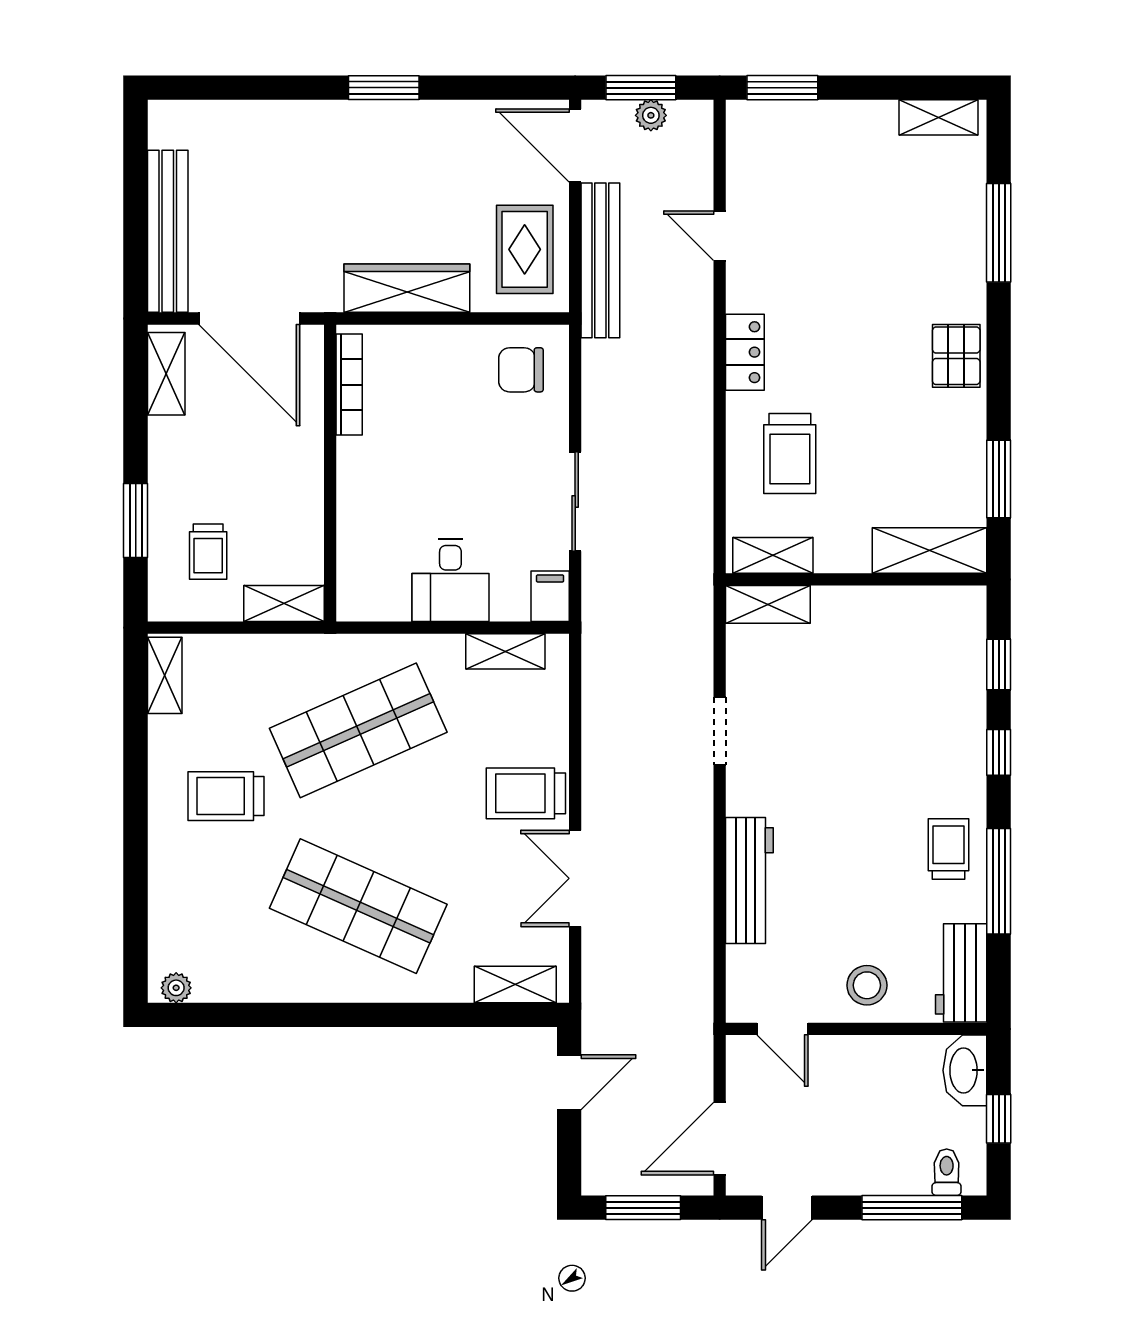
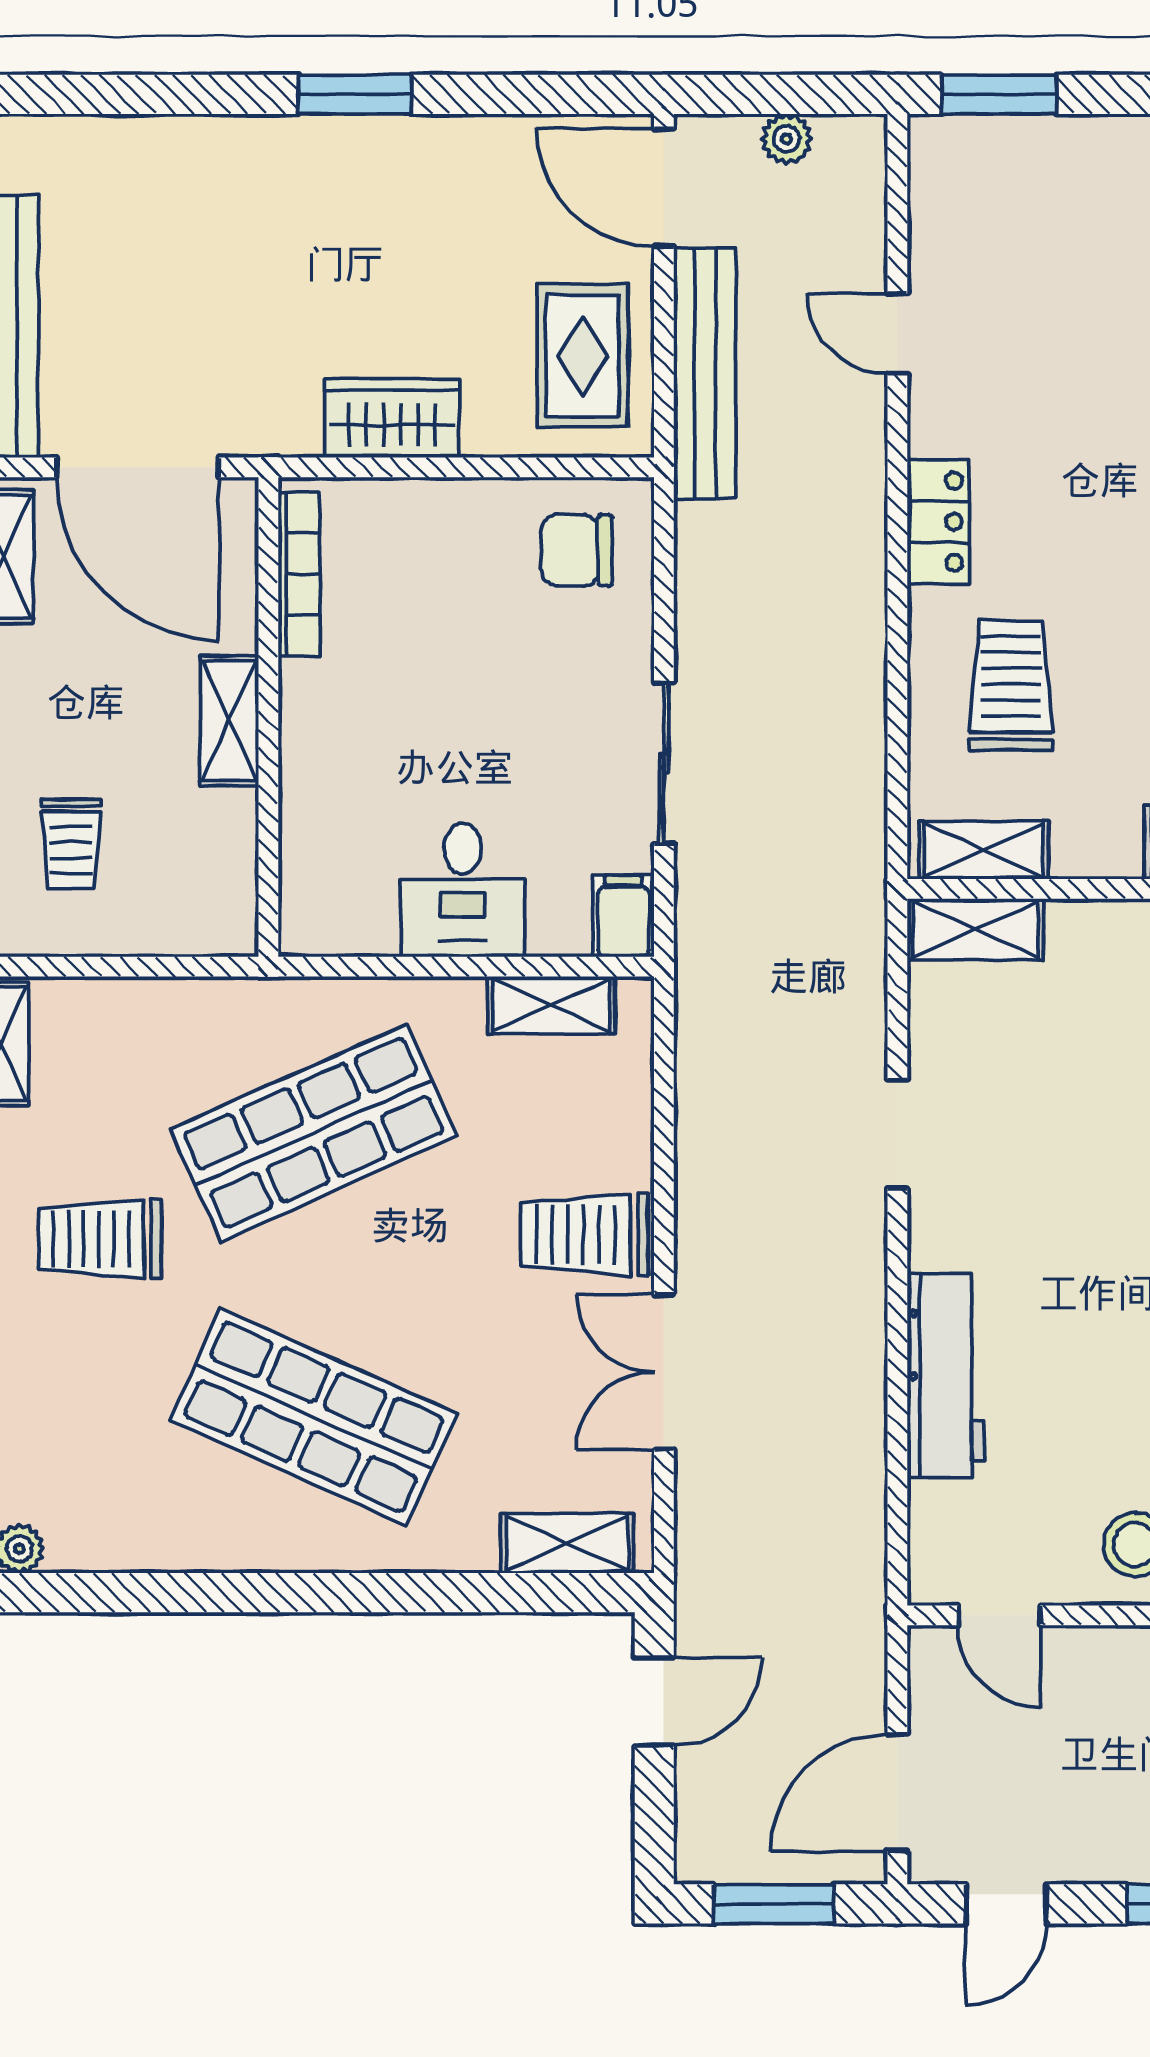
window: (641, 88) -> (770, 94), removed
wardrobe: (407, 288) -> (392, 418), width x0.67
trolley: (790, 453) -> (1011, 685), turned 180
shelving: (284, 603) -> (229, 721), moved, turned 90

